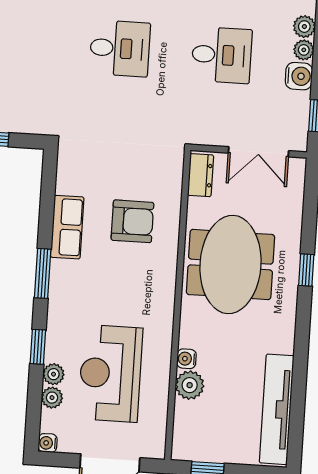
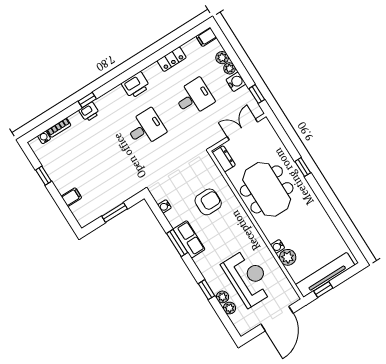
double door: (258, 152) -> (242, 129), swing flipped
row of seats: (67, 227) -> (189, 239), moved
window: (43, 273) -> (177, 243), moved
reception desk: (110, 373) -> (248, 278), turned 180
tv unit: (277, 409) -> (325, 275), moved, turned 90
water cooler: (48, 443) -> (164, 206), moved

